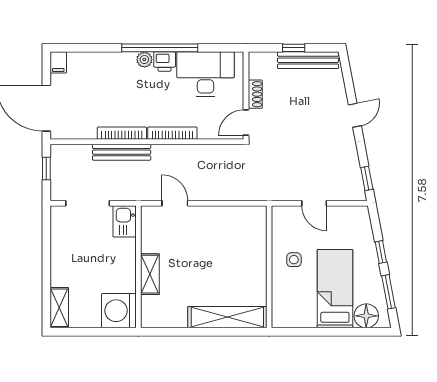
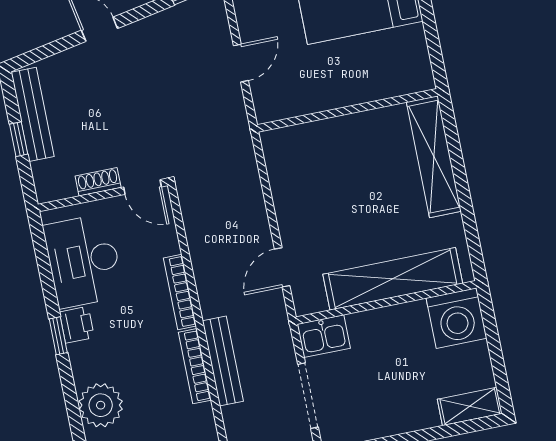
window: (160, 48) -> (58, 336), width x0.32
plant: (144, 60) -> (101, 405), moved, width x1.88, depth x1.88
side table: (294, 260) -> (330, 76), removed
shelving: (150, 274) -> (393, 279), width x2.20, depth x1.33

